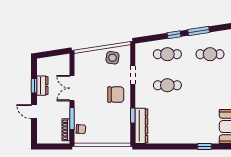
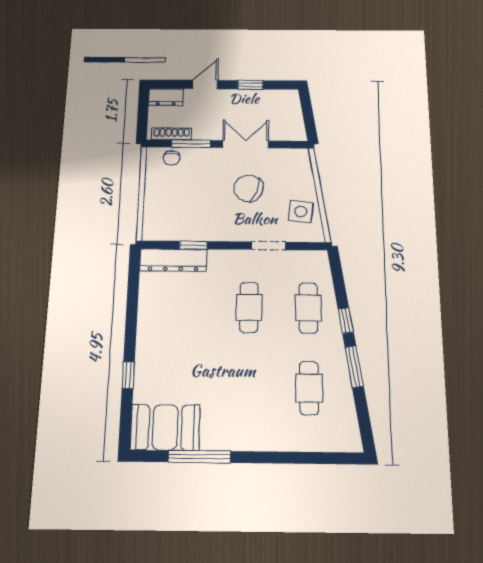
dresser: (42, 86) -> (166, 97), moved
chair: (116, 95) -> (249, 188), moved, turned 110

